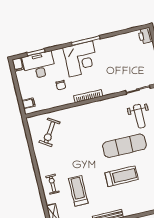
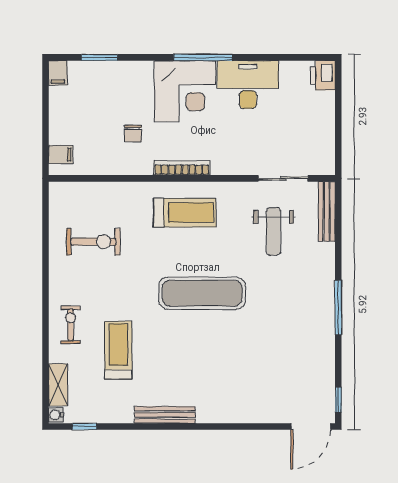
desk: (39, 65) -> (248, 85), moved
exercise bike: (50, 132) -> (93, 242), moved, turned -123
exercise mat: (124, 146) -> (202, 293), moved
treadmill: (122, 176) -> (185, 213), moved

